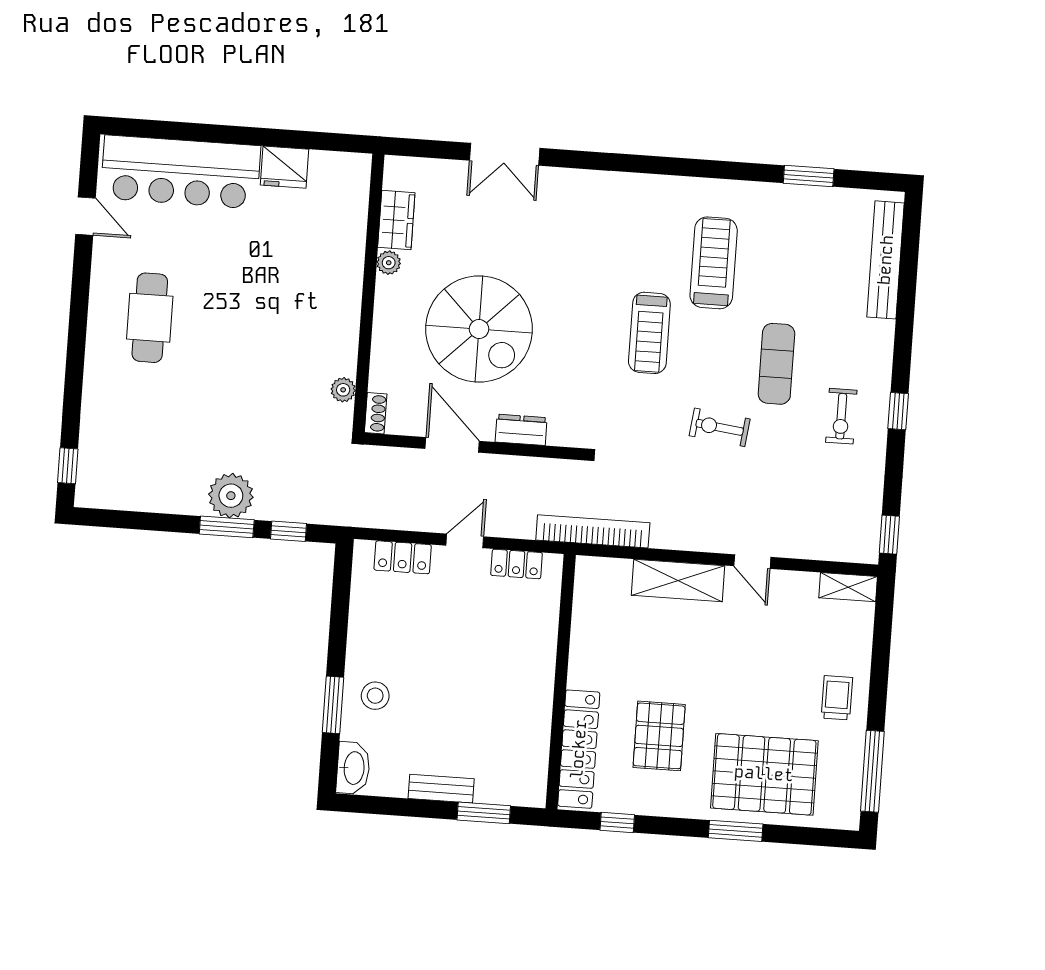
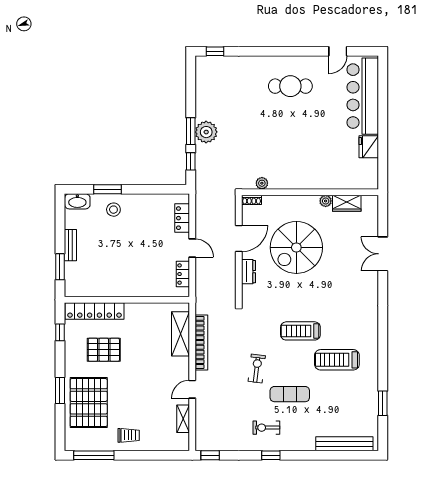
treadmill: (714, 263) -> (337, 360), turned 180
bookcase: (593, 531) -> (201, 342), moved
shelving: (678, 580) -> (180, 334), moved
shelving: (848, 587) -> (183, 419), moved

